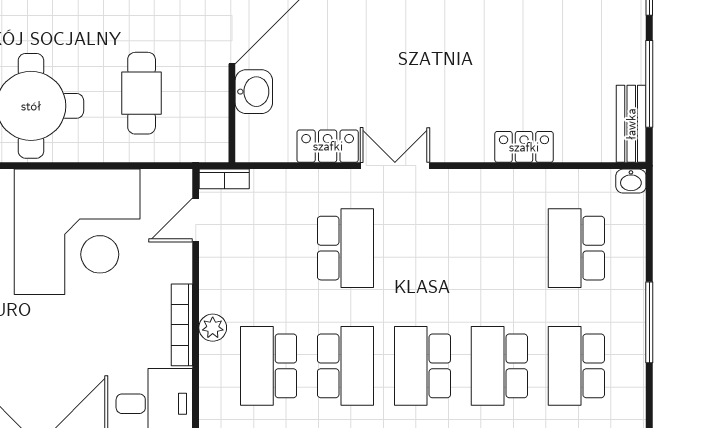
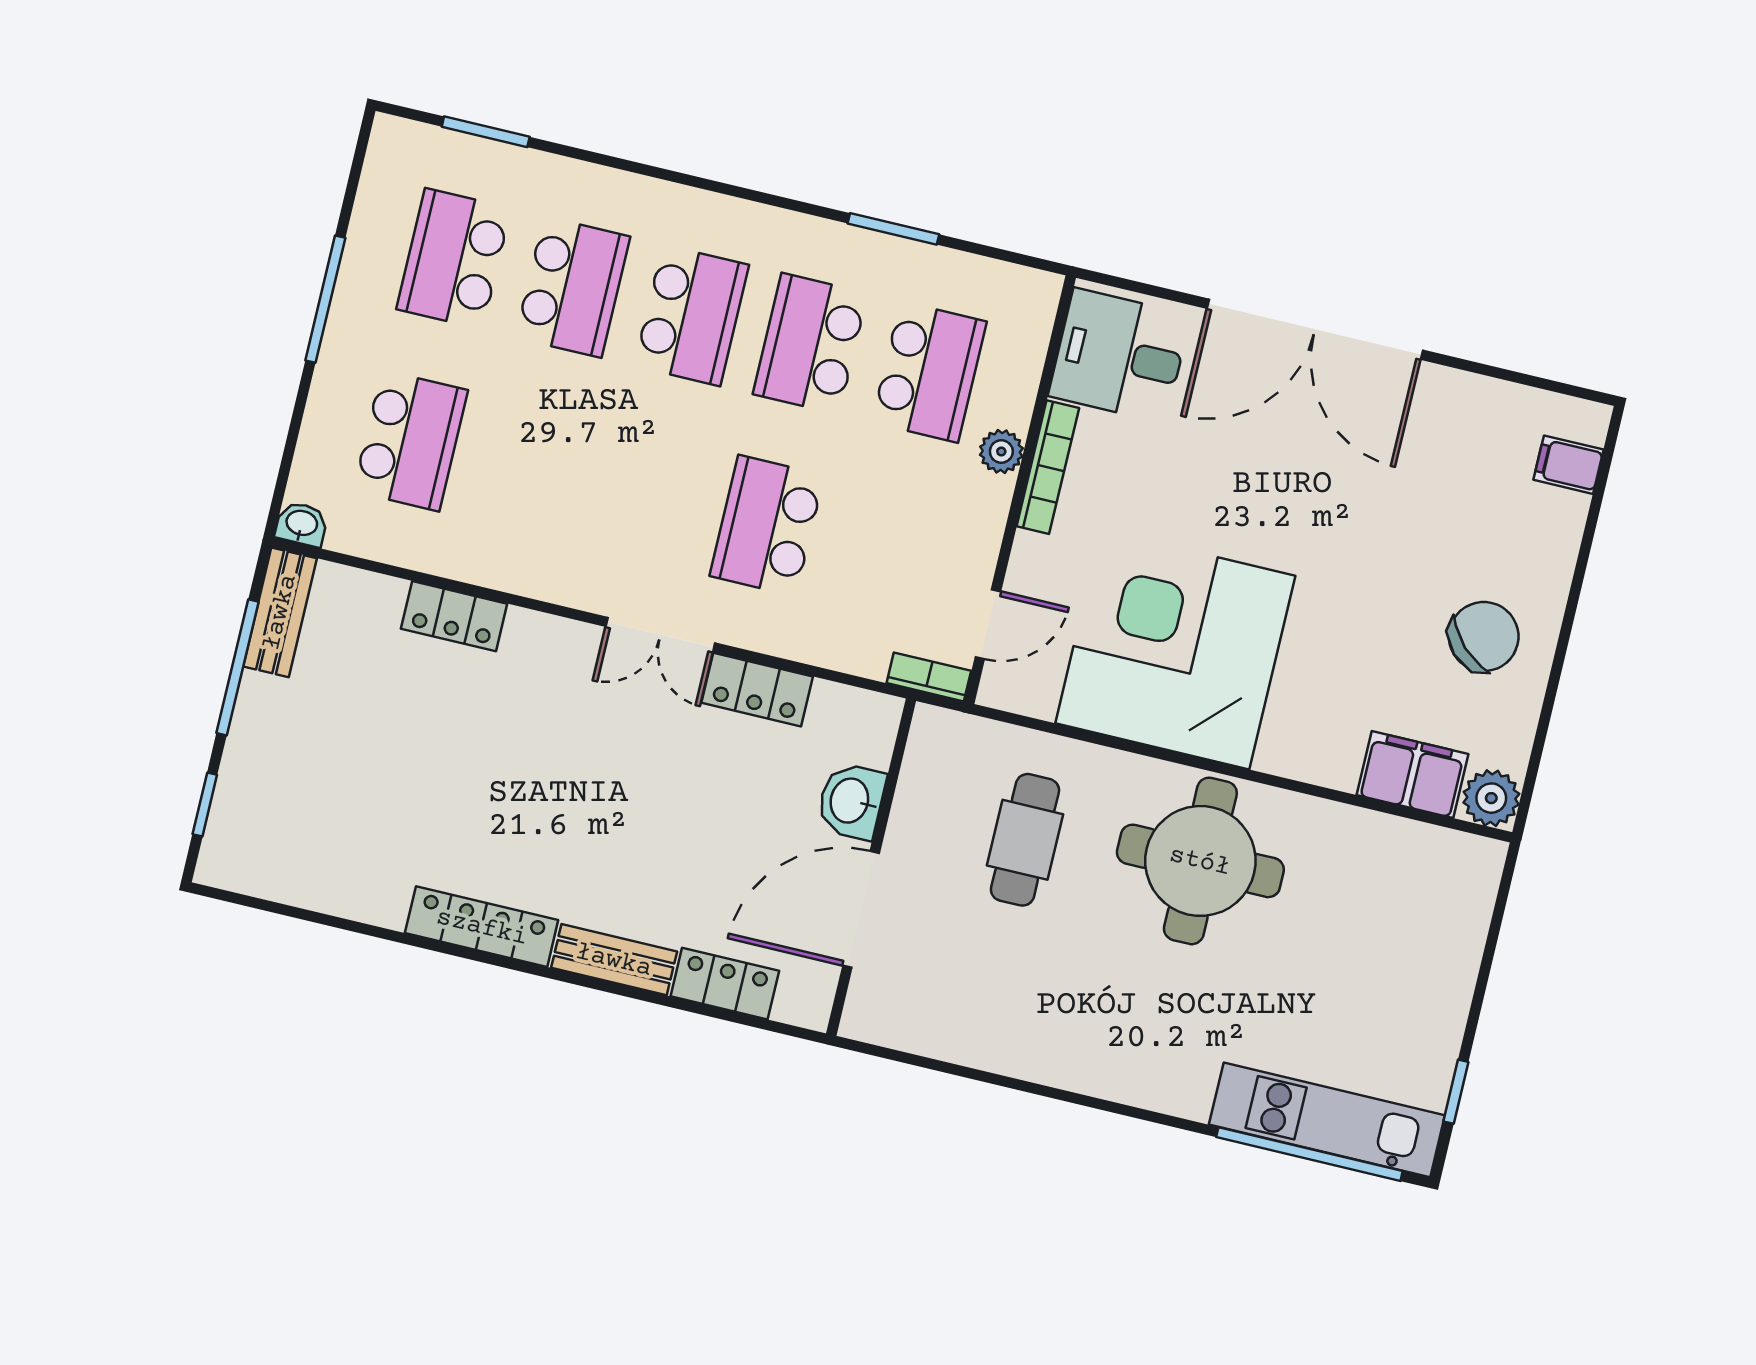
school desk: (576, 366) -> (454, 259), turned 180

